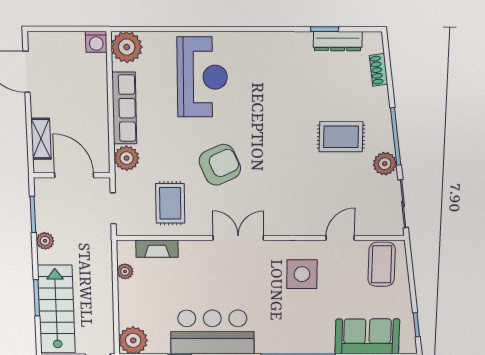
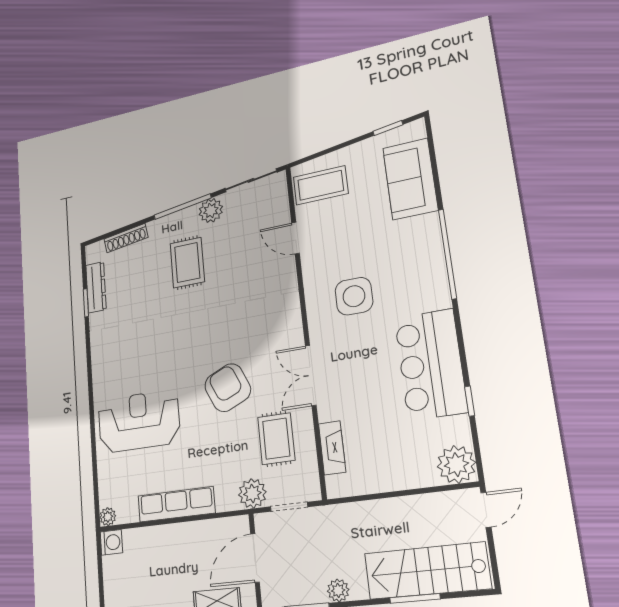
plant: (127, 47) -> (108, 517), width x0.53, depth x0.53
shoe rack: (379, 70) -> (126, 238), width x1.43
plant: (127, 158) -> (252, 493), moved
rug: (170, 203) -> (276, 439), turned 90
double door: (238, 238) -> (311, 375), moved
plant: (125, 271) -> (365, 485), removed
side table: (302, 274) -> (354, 296), moved

